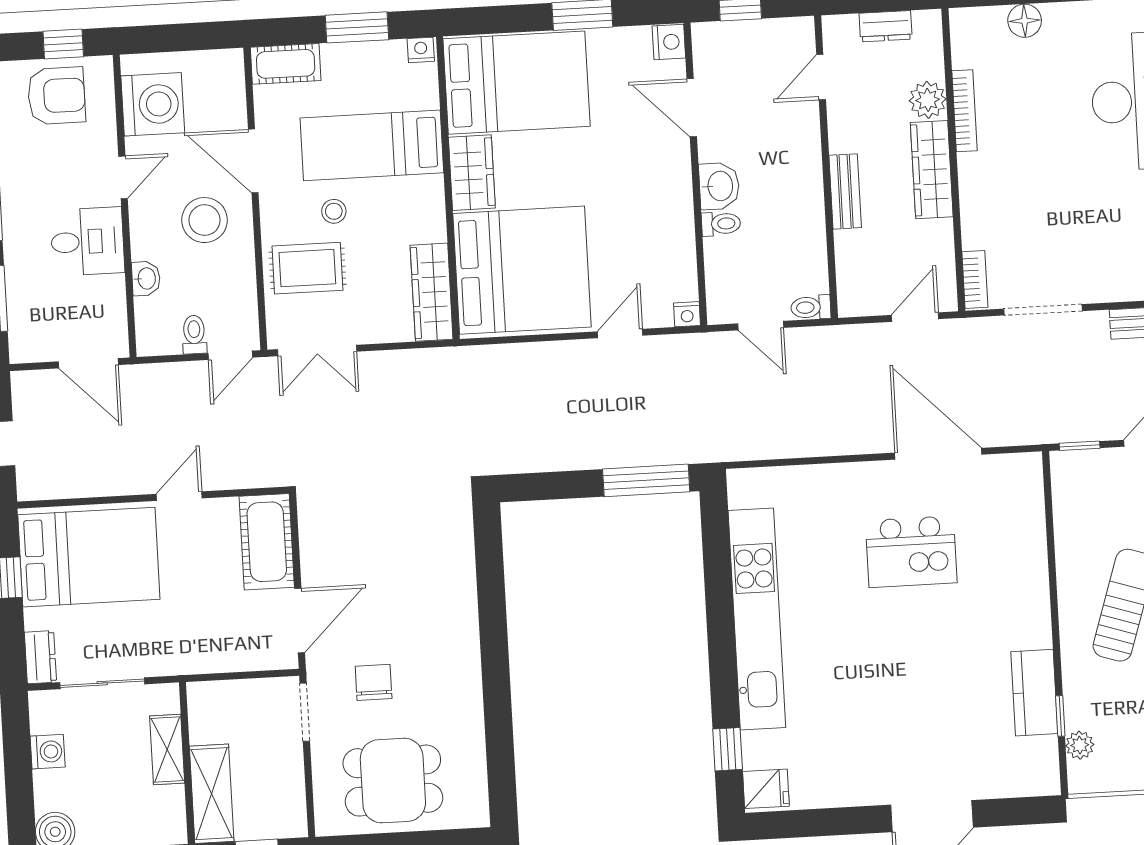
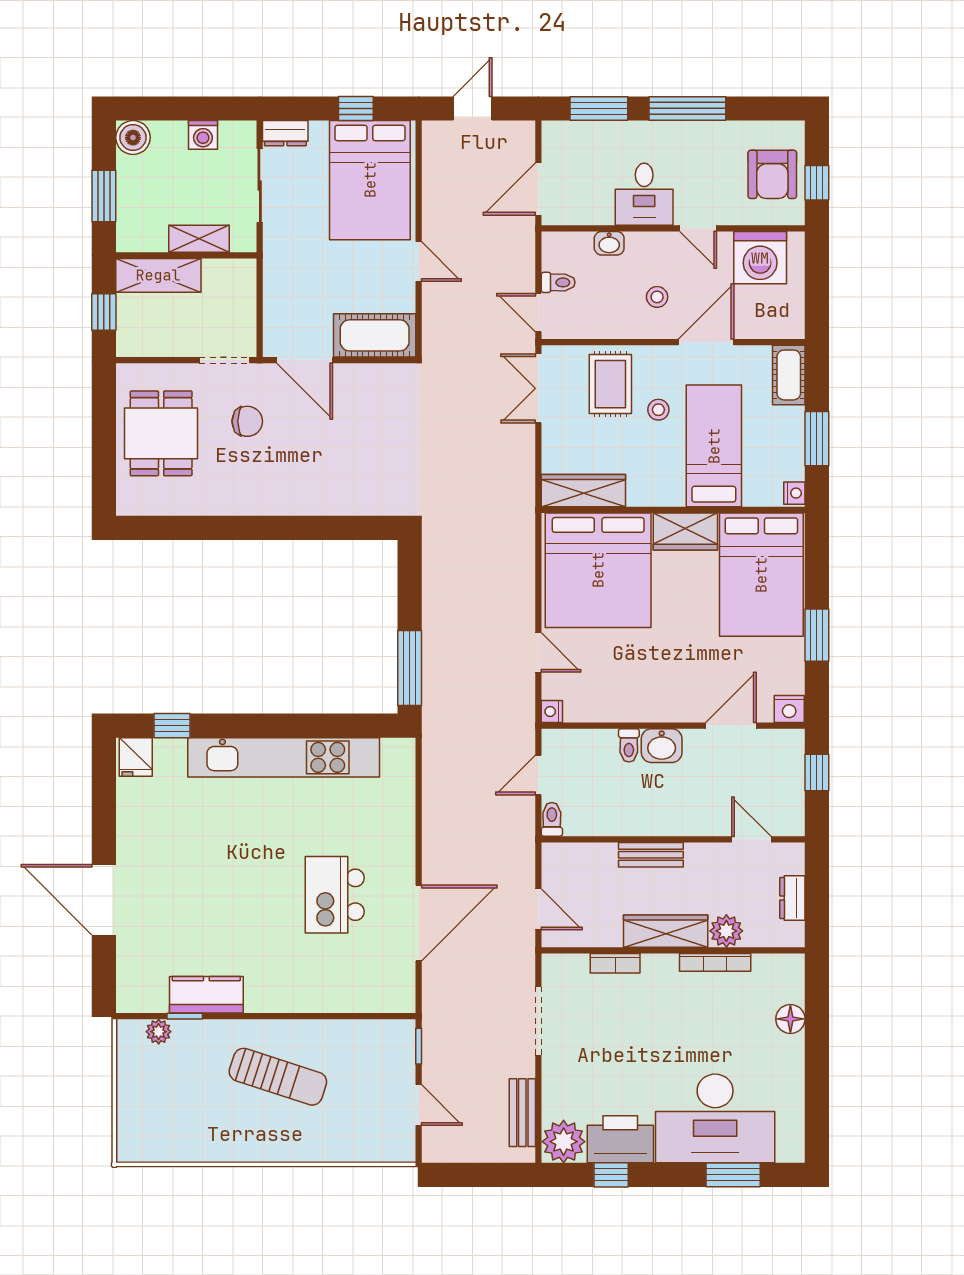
stool: (205, 220) -> (657, 297), width x0.53, depth x0.53
bookcase: (975, 279) -> (615, 963), moved

